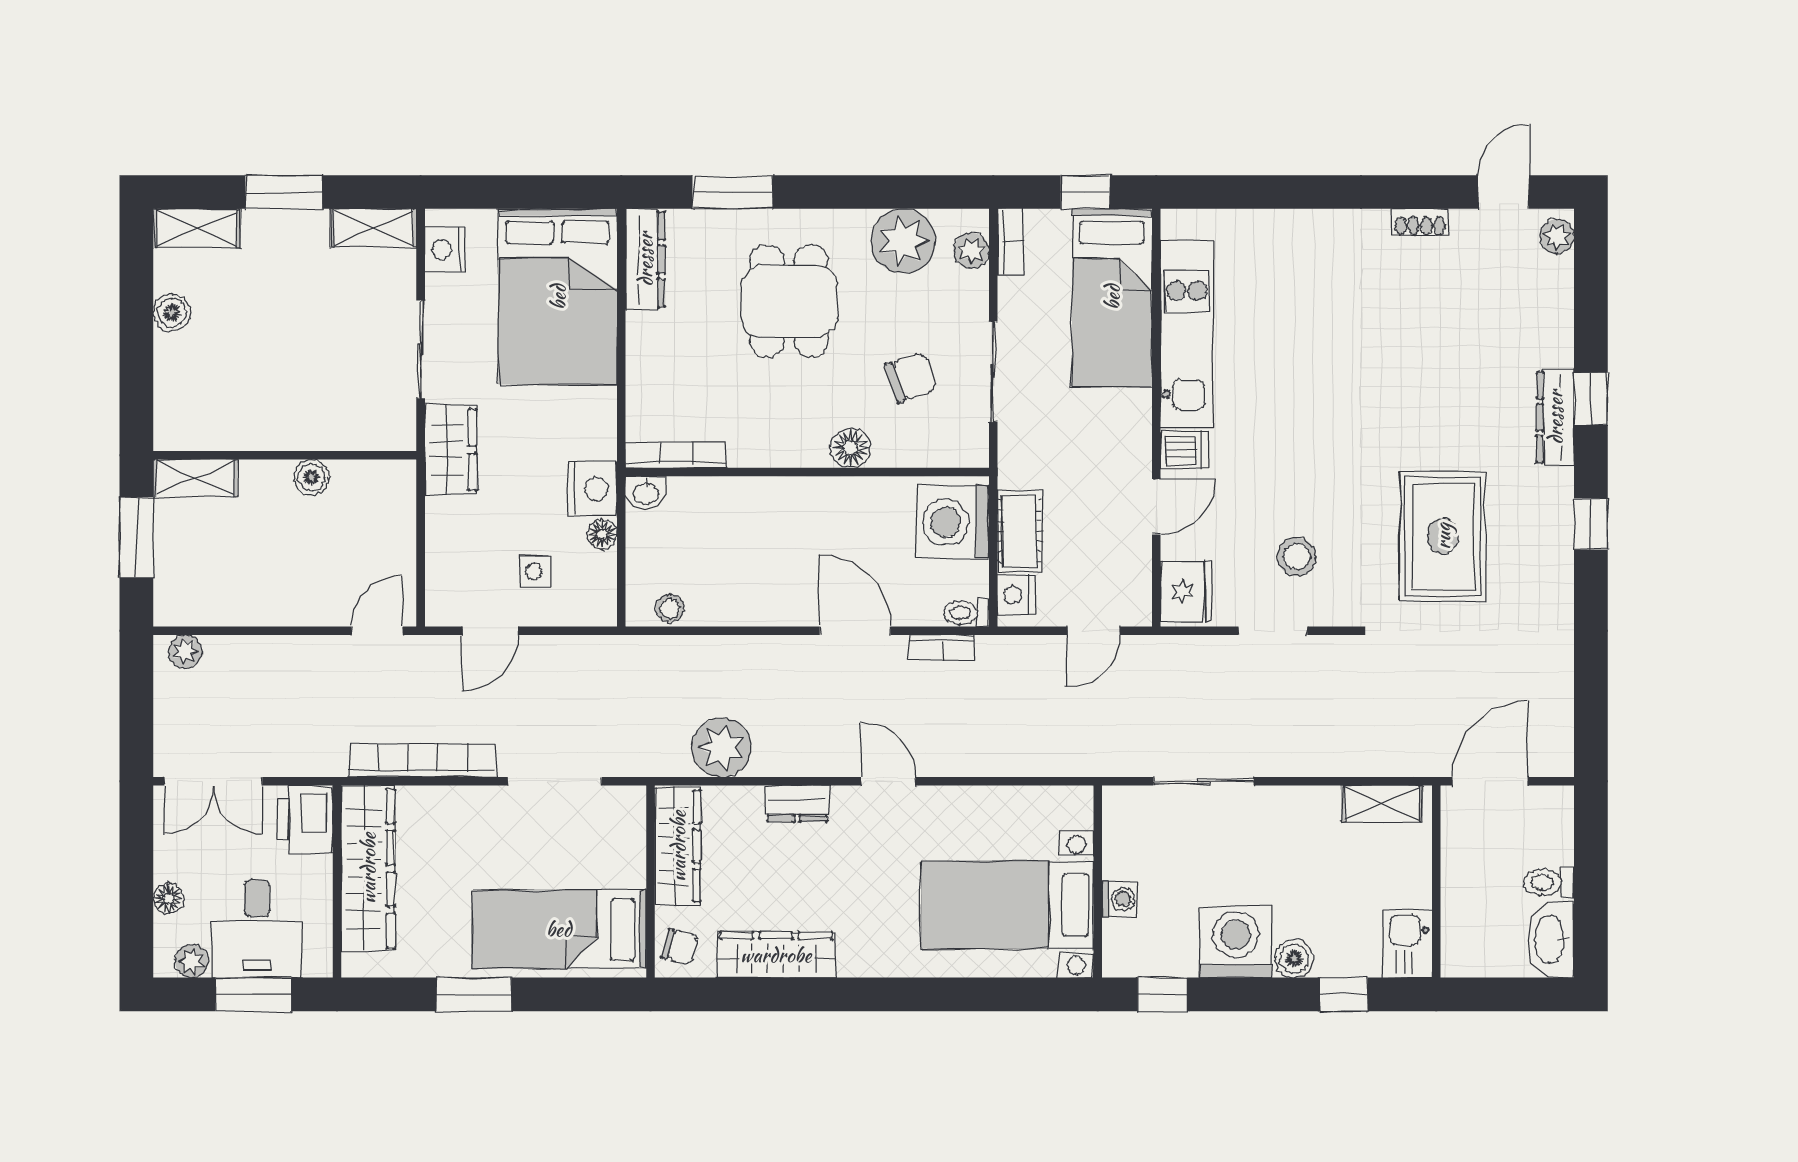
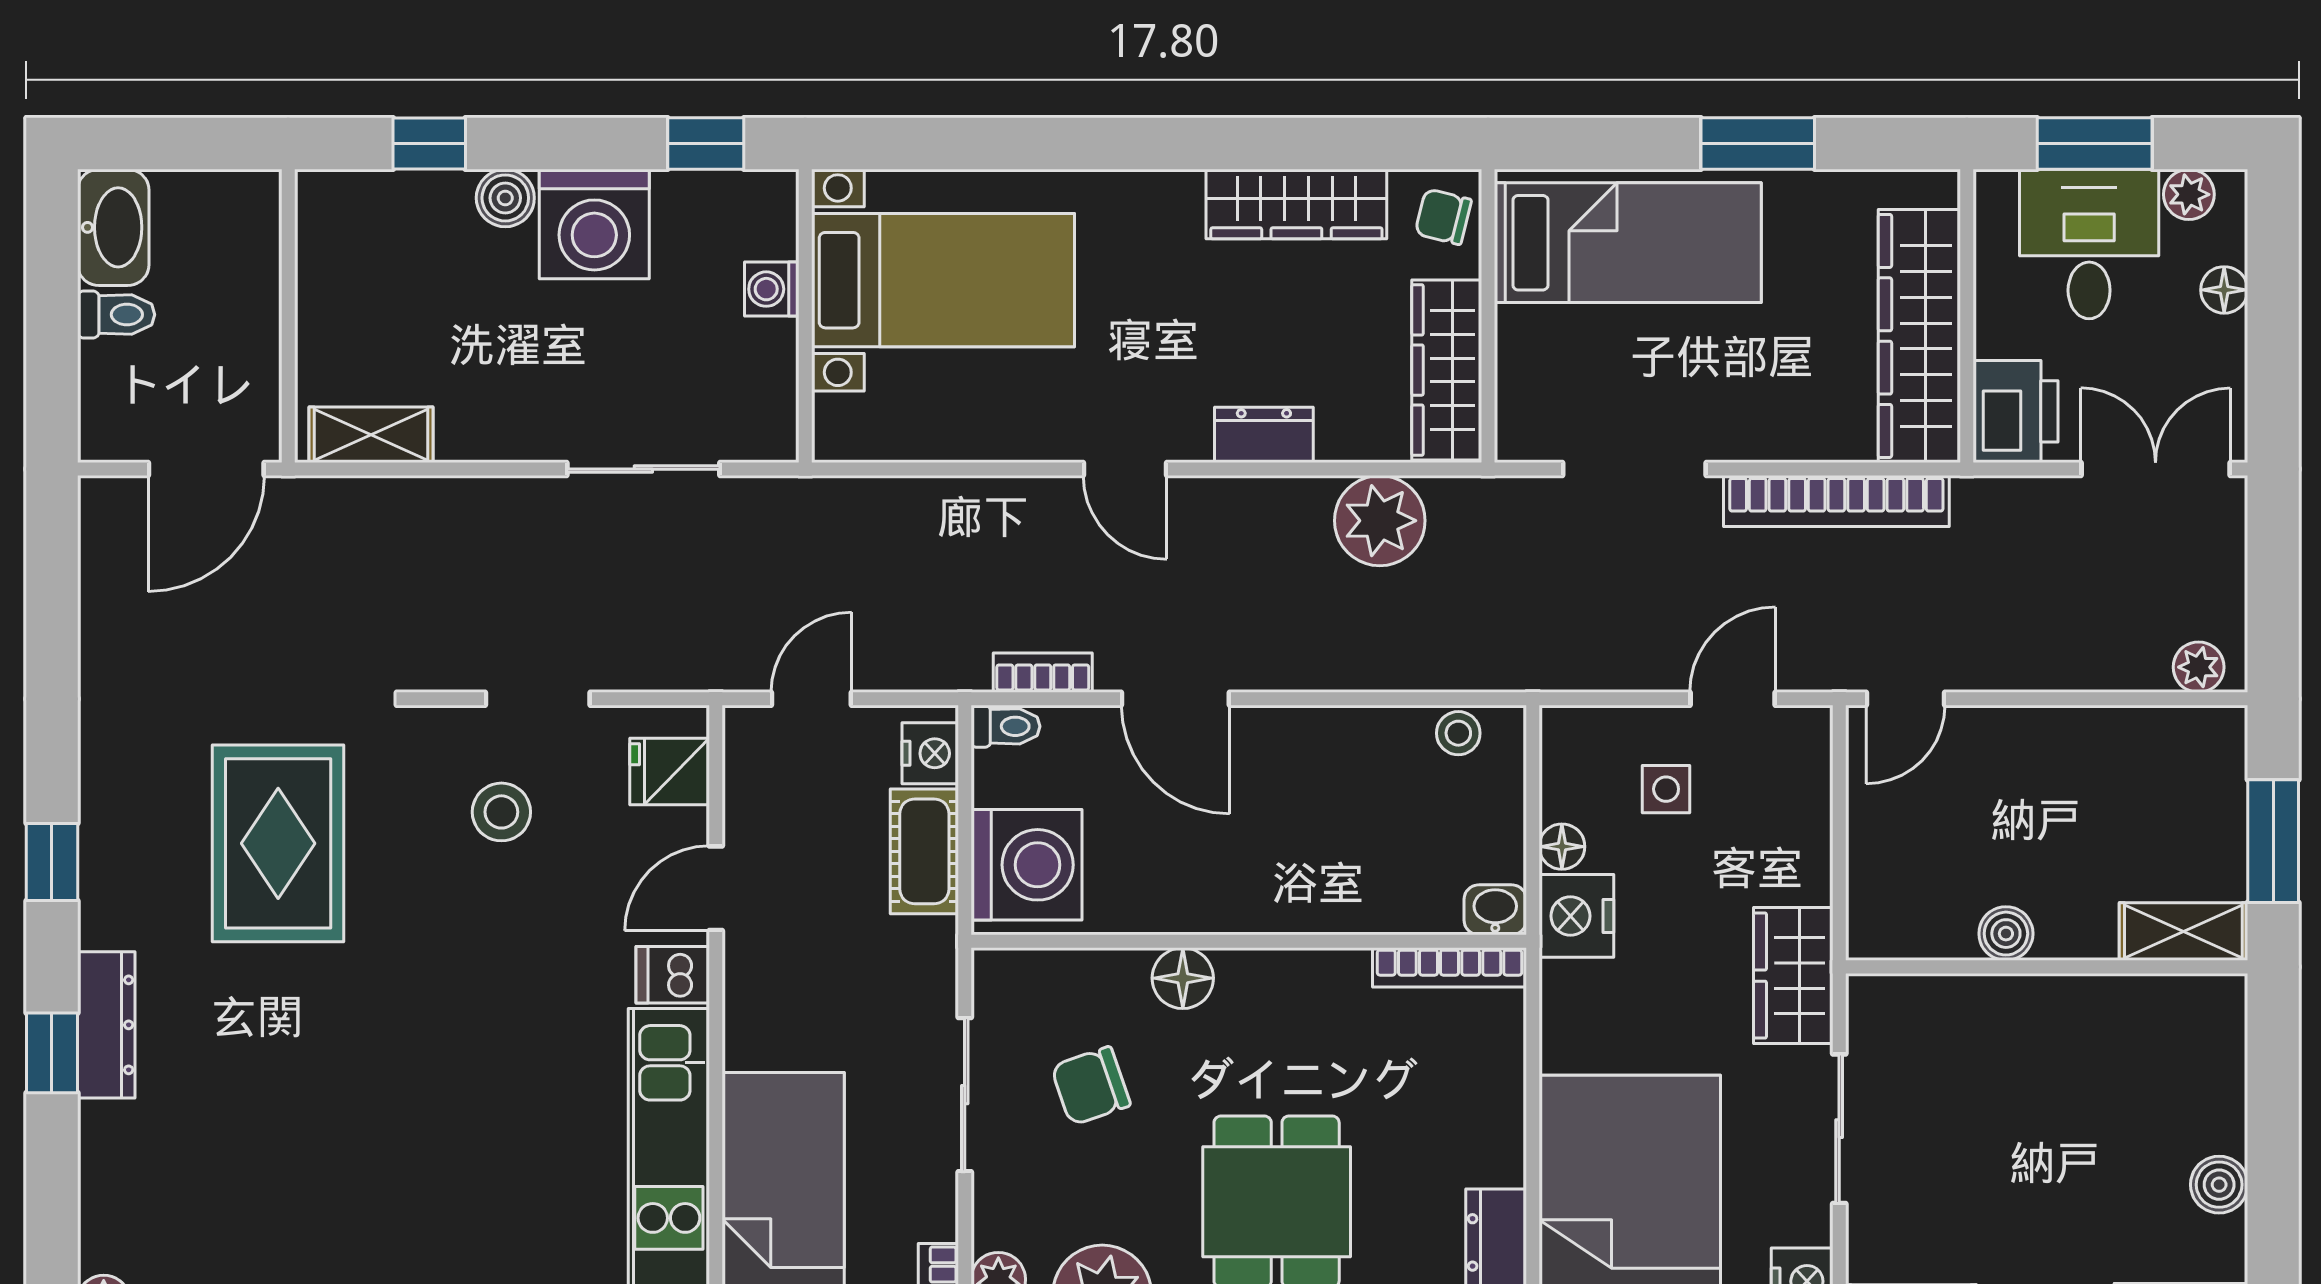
fridge: (1186, 592) -> (670, 772), width x0.72
kitchen sink: (1407, 944) -> (332, 221), removed

